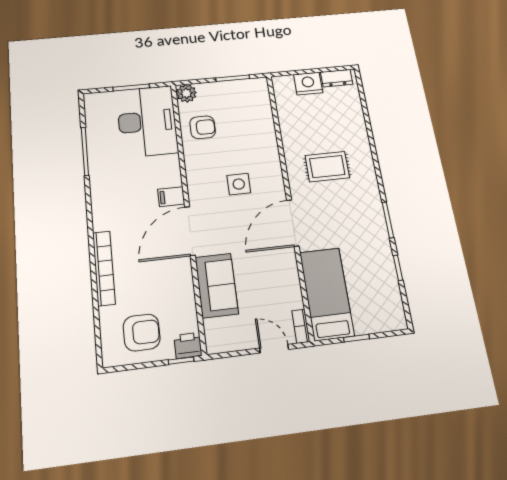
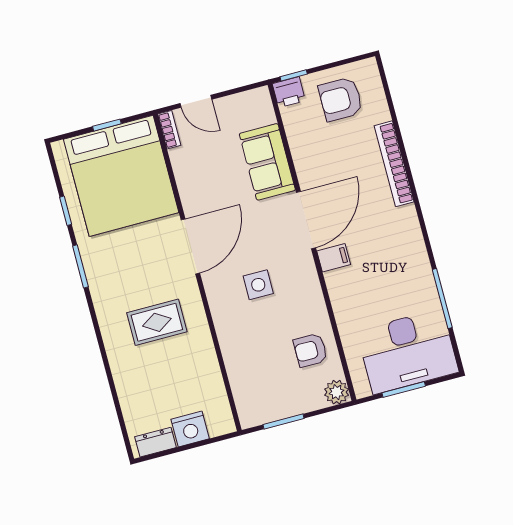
desk: (147, 121) -> (408, 351), moved, turned -90
bed: (327, 294) -> (121, 176), width x2.04

